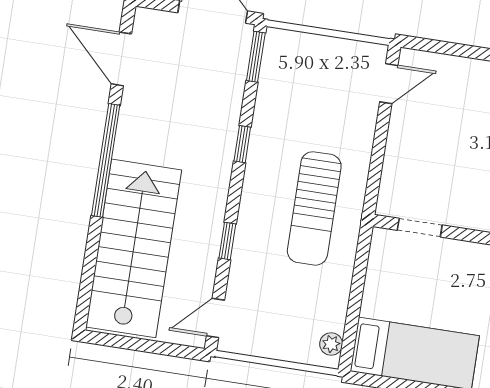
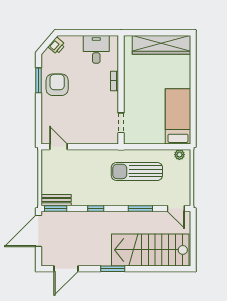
bench: (274, 61) -> (56, 200), added
window: (106, 160) -> (113, 269), width x0.47
sun lounger: (314, 208) -> (137, 171), moved, turned 180
window: (227, 241) -> (140, 208), width x1.50

